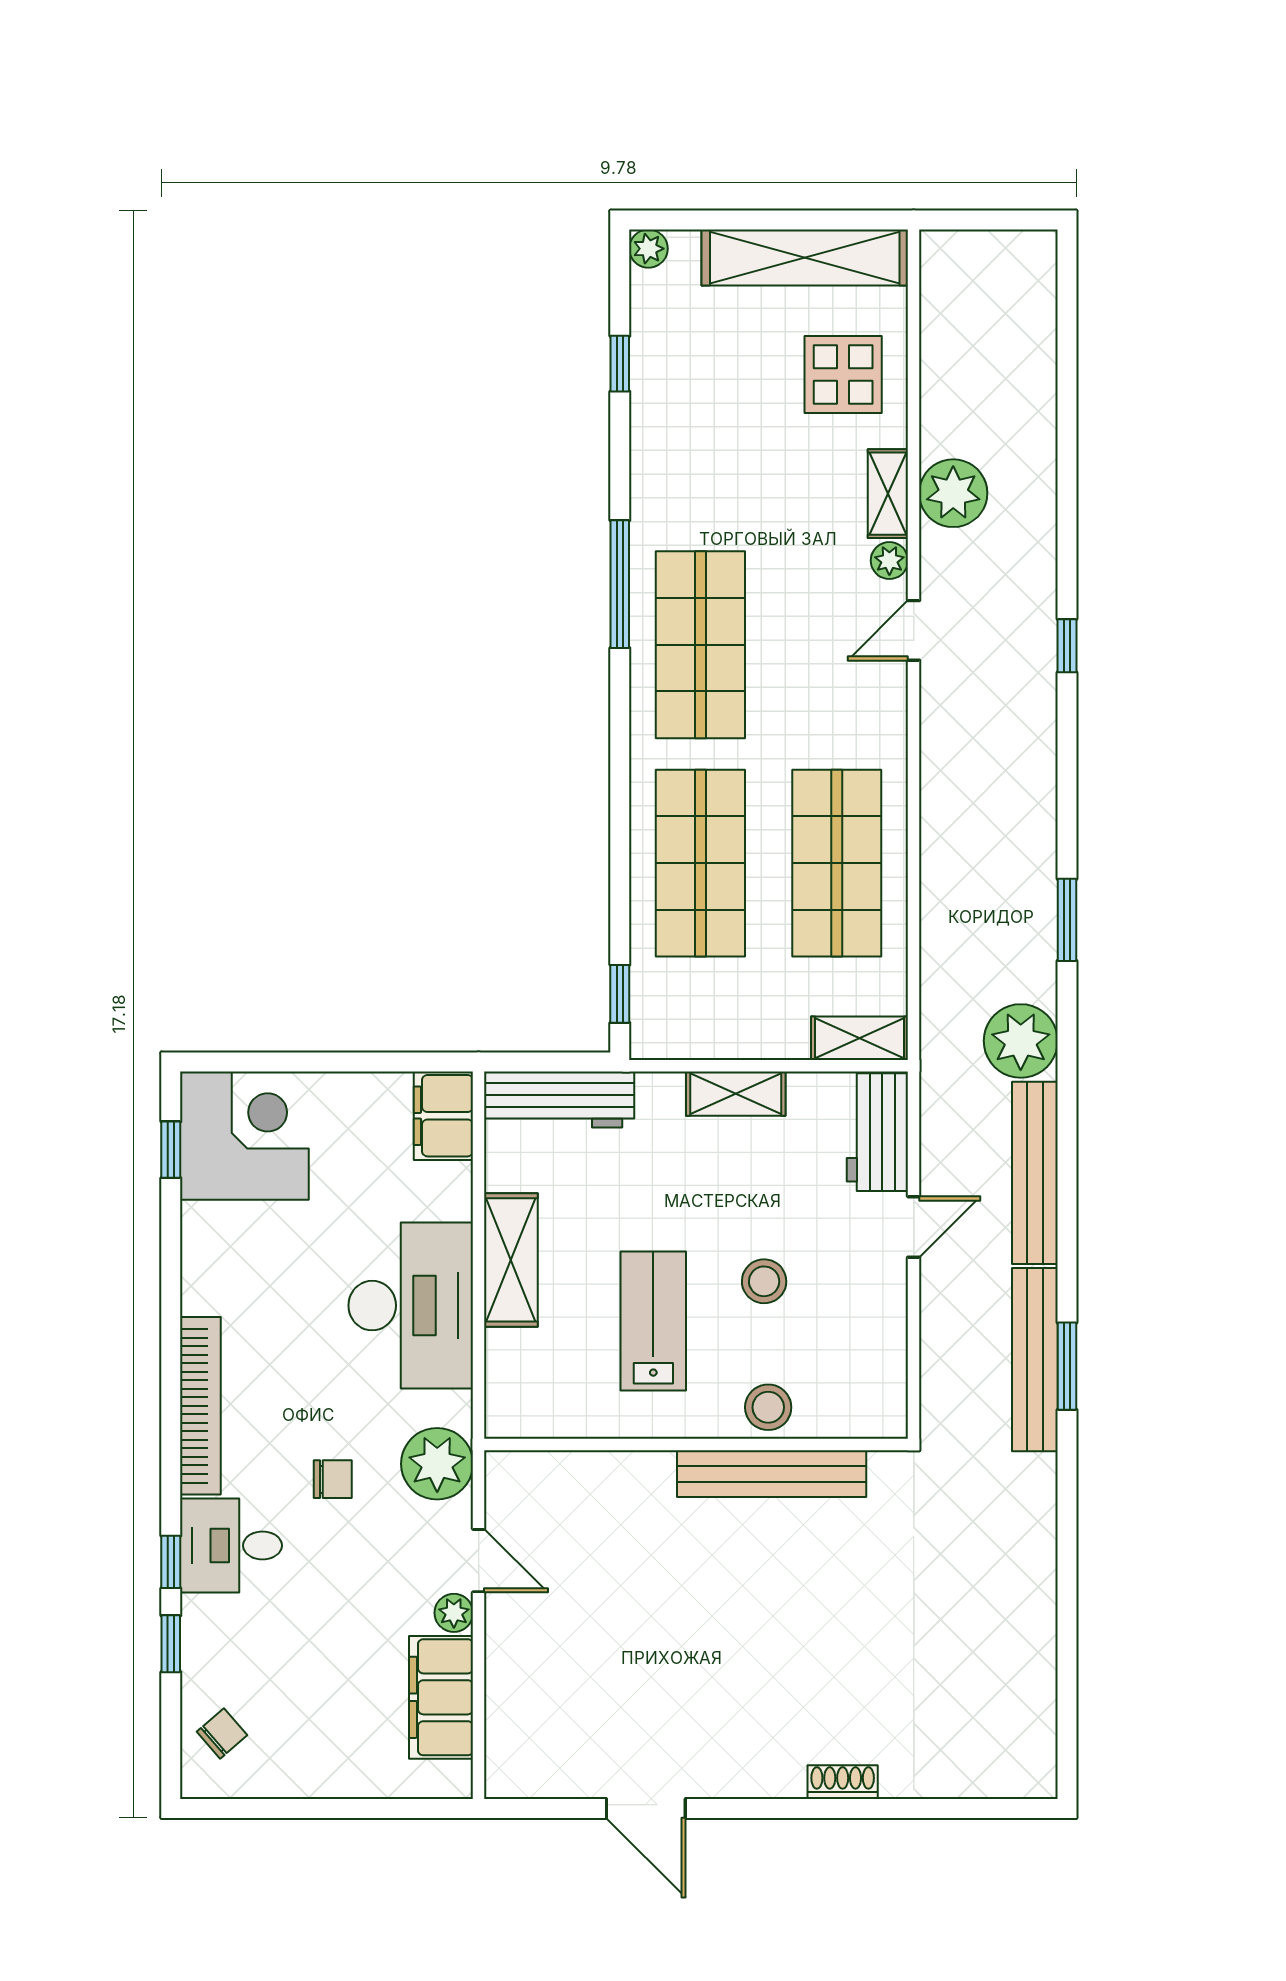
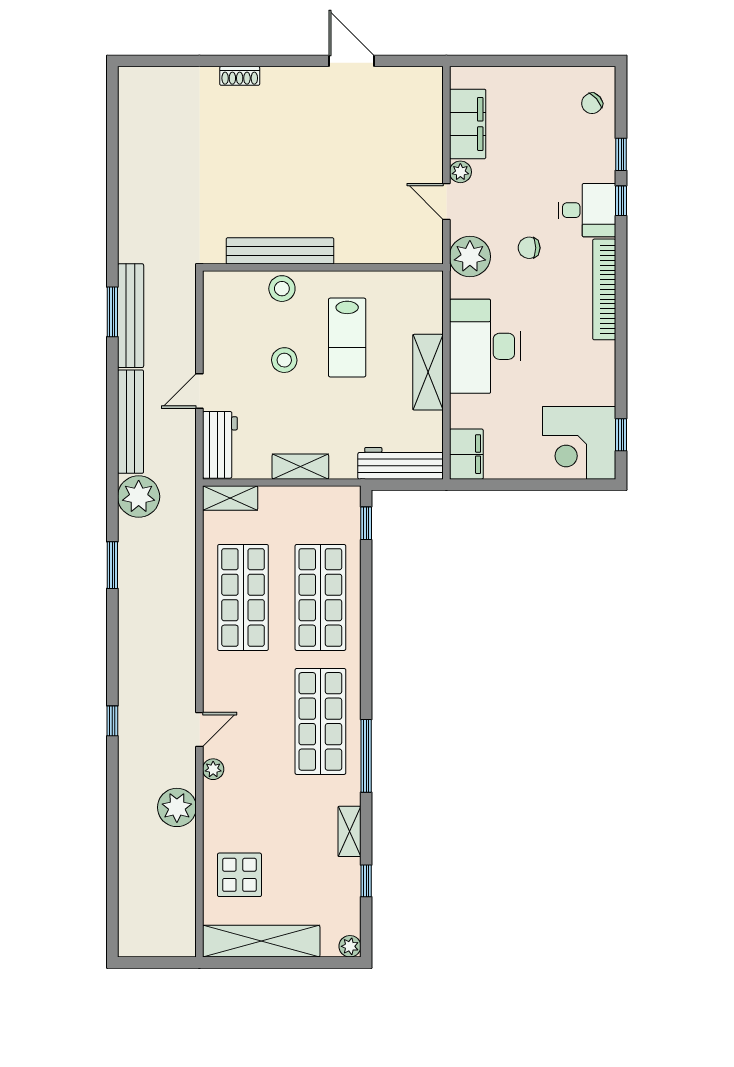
shelving: (888, 494) -> (349, 831), moved

